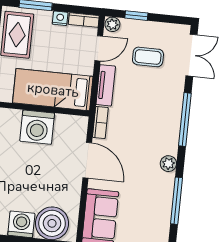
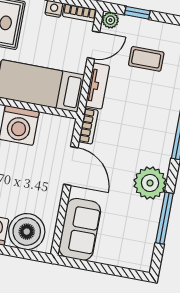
plant: (168, 164) -> (150, 183), width x1.88, depth x1.88

